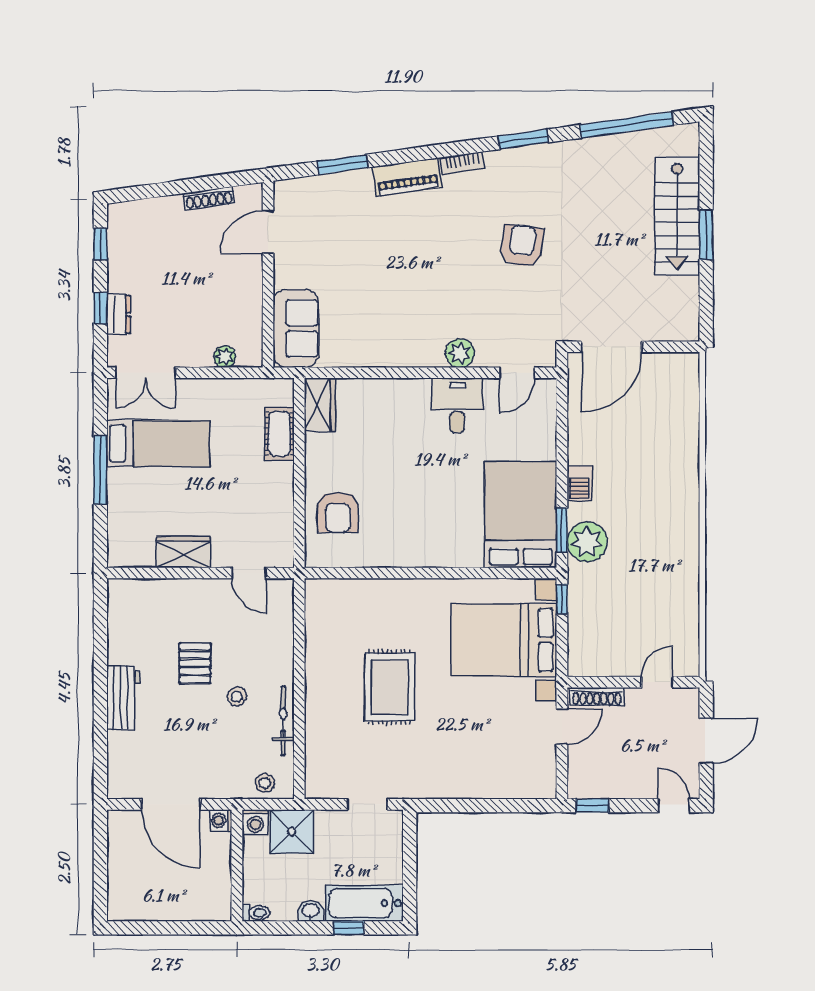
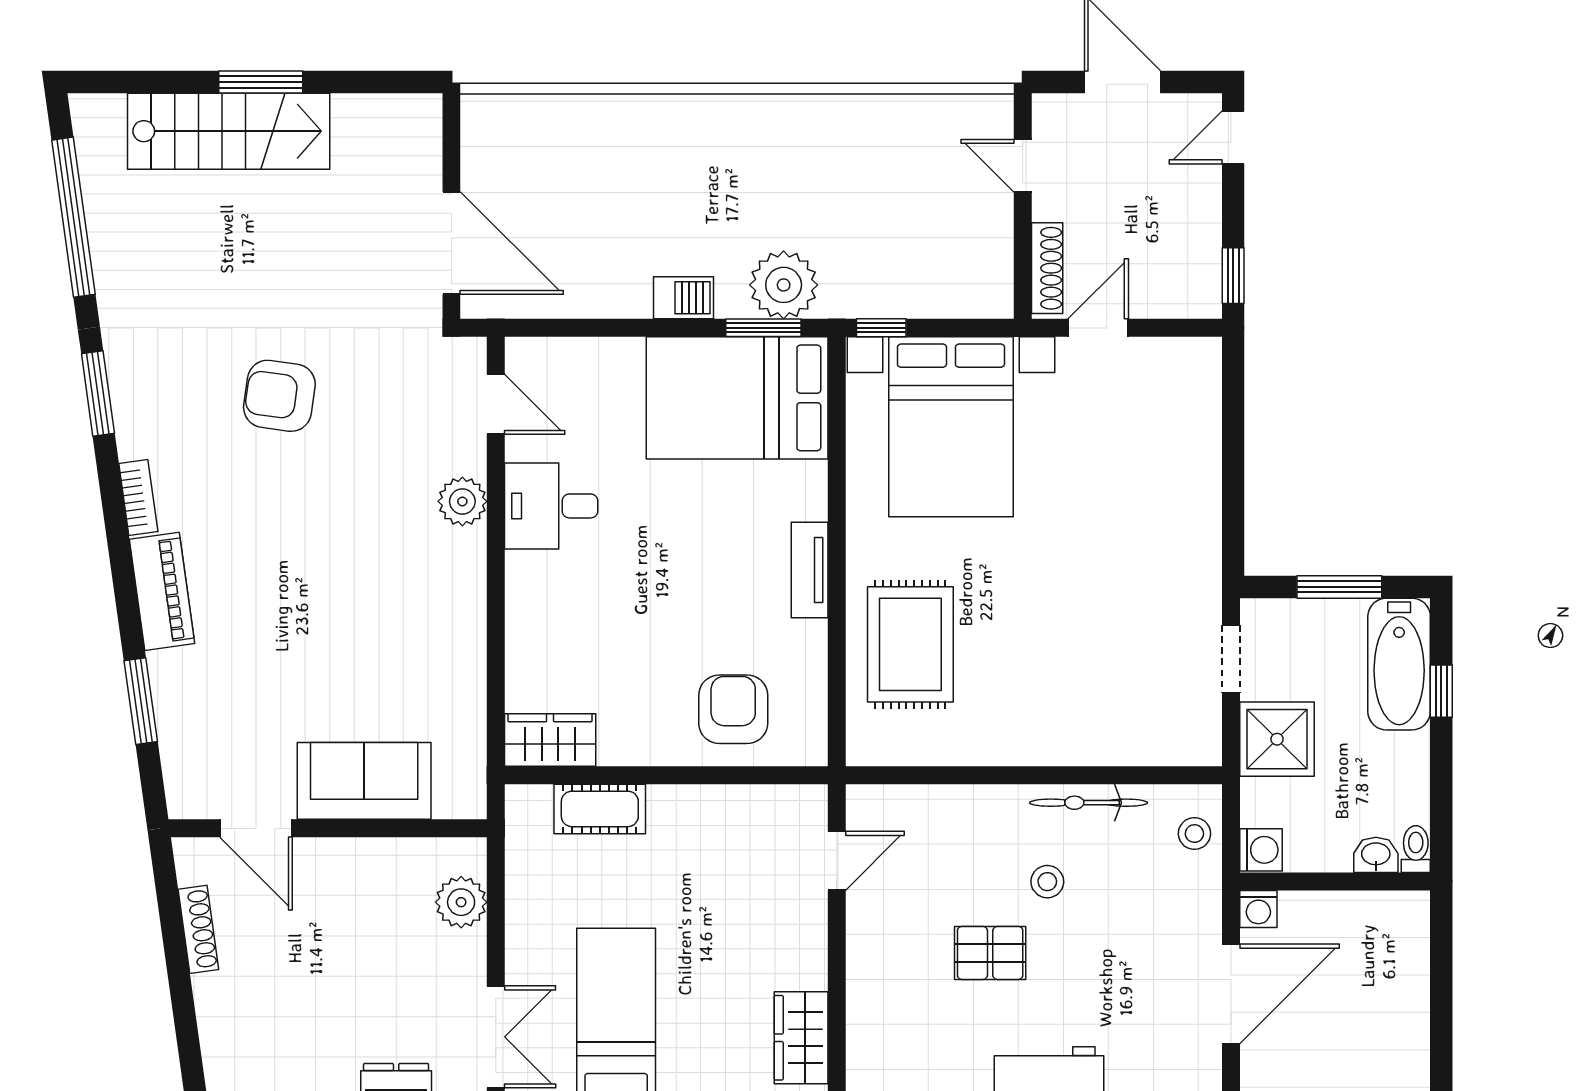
sofa: (296, 328) -> (364, 781), moved
plant: (225, 357) -> (461, 902), width x1.38, depth x1.38
armchair: (338, 512) -> (733, 709), turned -90
wardrobe: (183, 552) -> (801, 1038), moved
tv unit: (420, 557) -> (810, 570), added
rug: (389, 687) -> (910, 644), moved, turned 90
door: (562, 726) -> (1098, 328), hinge flipped
shower: (292, 831) -> (1277, 739), moved
window: (410, 868) -> (1339, 587), added
washbasin: (311, 911) -> (1376, 855), moved, turned 90

